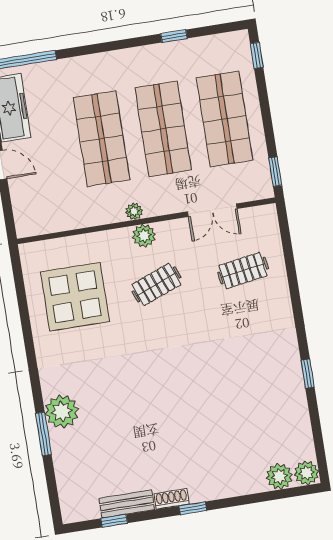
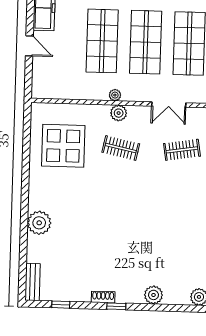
clothes rail: (156, 284) -> (121, 148), turned 33
window: (44, 434) -> (24, 236), removed
plant: (279, 476) -> (153, 295), moved
bench: (127, 504) -> (33, 282), moved, turned 90

